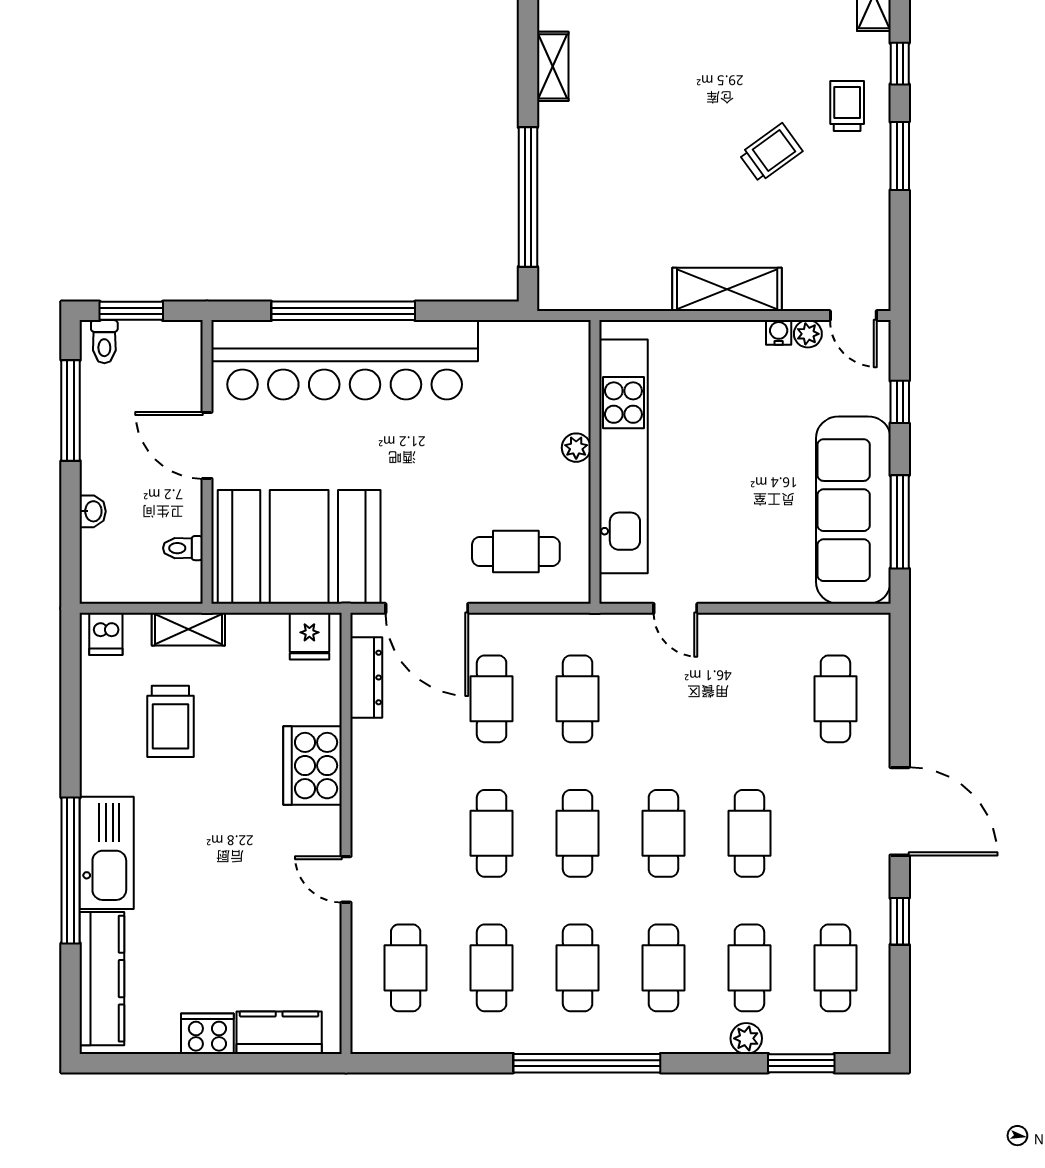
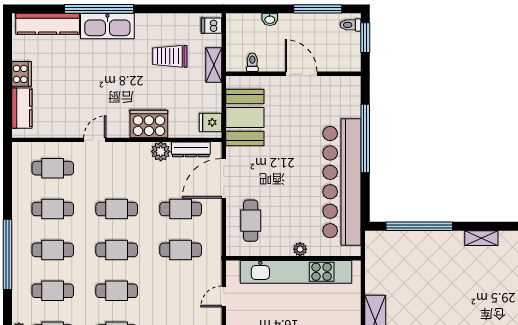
bar counter: (345, 360) -> (342, 182), moved
door: (207, 445) -> (301, 74), hinge flipped
booth: (299, 547) -> (245, 118), width x0.73, depth x0.70
plant: (371, 741) -> (161, 152), added

